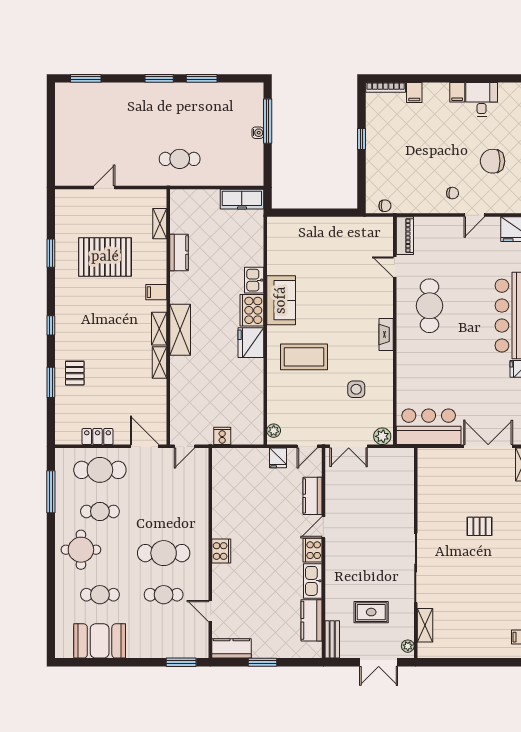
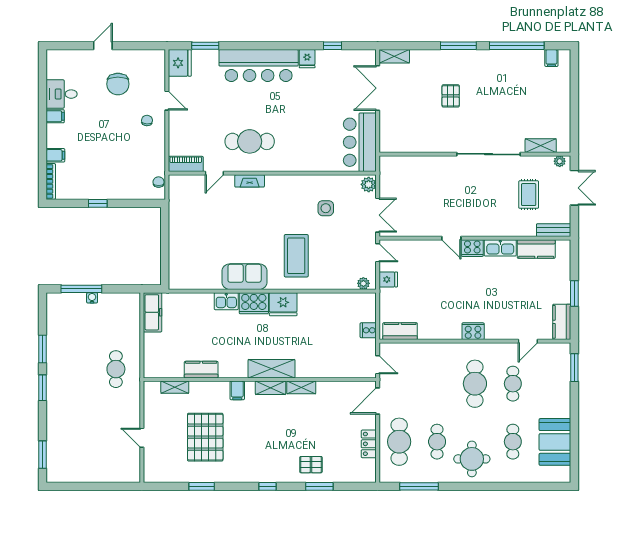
fireplace: (386, 334) -> (250, 181), moved
kitchen counter: (312, 496) -> (400, 331), moved, turned 180

